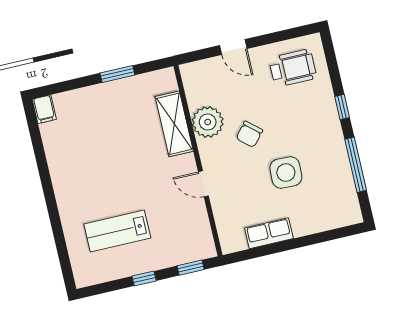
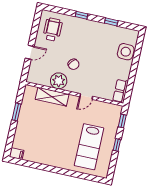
window: (356, 165) -> (111, 22), width x0.46
side table: (286, 173) -> (126, 52), moved
lab bench: (117, 231) -> (89, 147), width x1.36, depth x1.39
row of seats: (269, 233) -> (121, 91), moved

